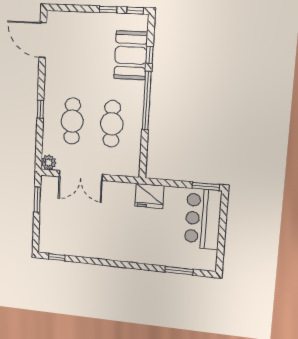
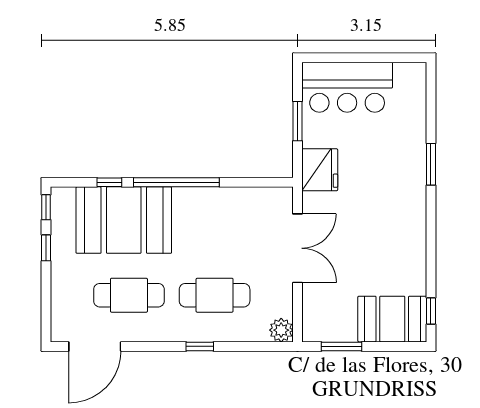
booth: (131, 55) -> (124, 220), width x1.36, depth x1.42
cafe table: (112, 124) -> (129, 295), moved
double door: (81, 176) -> (297, 248), moved
window: (206, 186) -> (297, 121), moved
booth: (53, 233) -> (392, 319), added
window: (179, 271) -> (431, 164), moved

